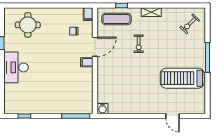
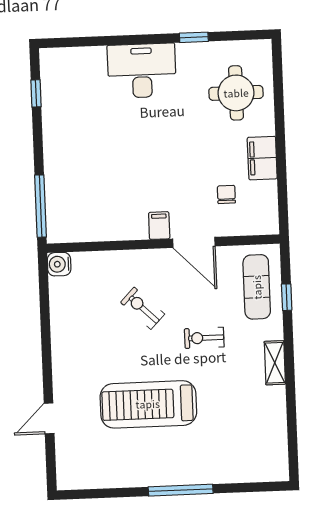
filing cabinet: (88, 14) -> (262, 158), moved, width x2.00
exercise bike: (190, 24) -> (143, 308), moved
treadmill: (182, 78) -> (148, 404), moved, turned -90

